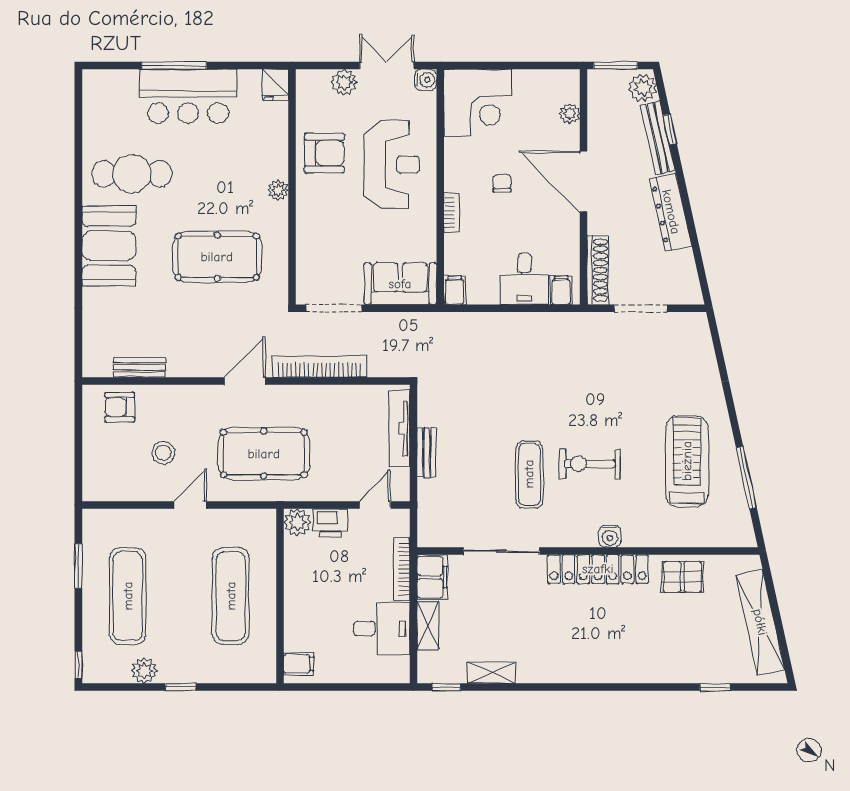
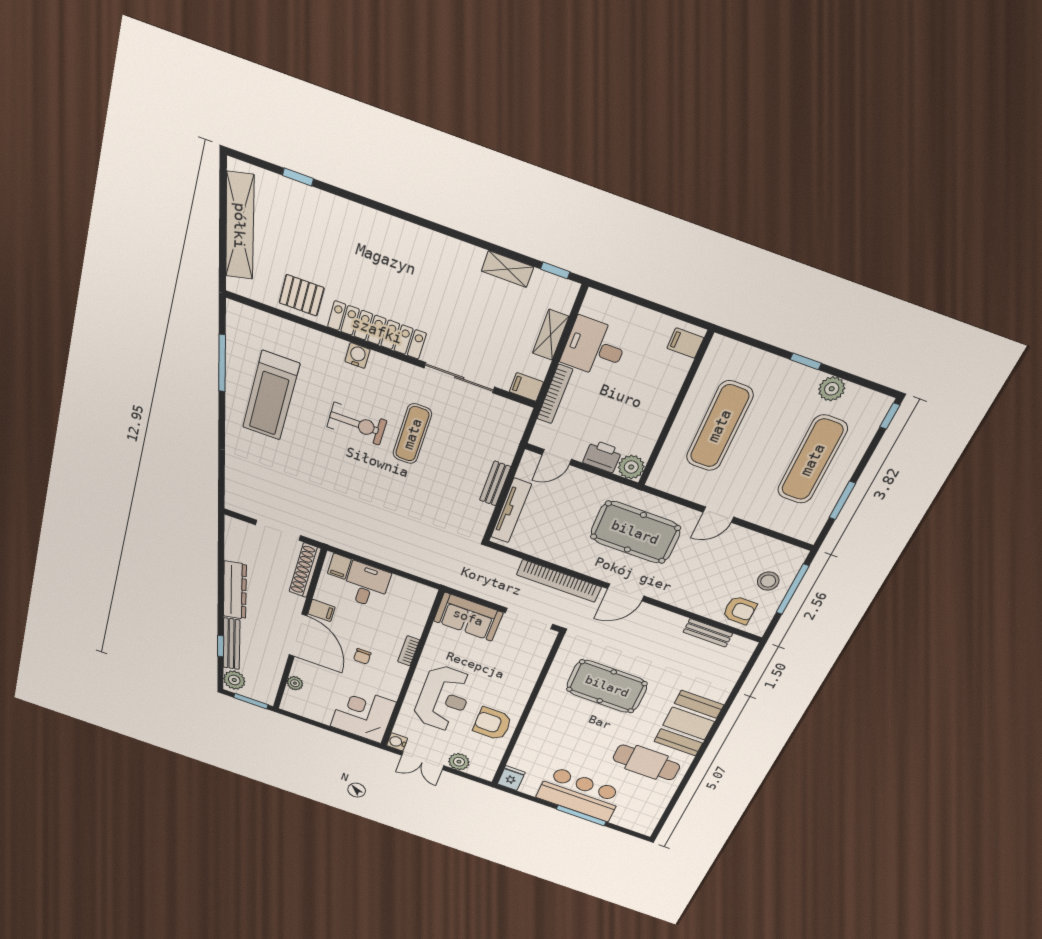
reception desk: (392, 165) -> (443, 698), turned 180
plant: (278, 190) -> (539, 713), removed
filing cabinet: (455, 290) -> (321, 610), moved, turned -90
window: (78, 452) -> (792, 589), added
stool: (163, 453) -> (768, 581), moved
filing cabinet: (432, 577) -> (526, 387), width x0.50

